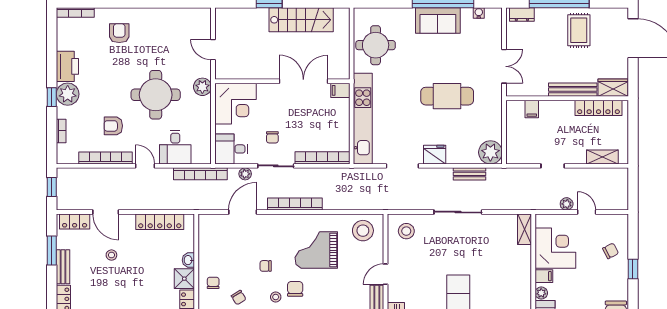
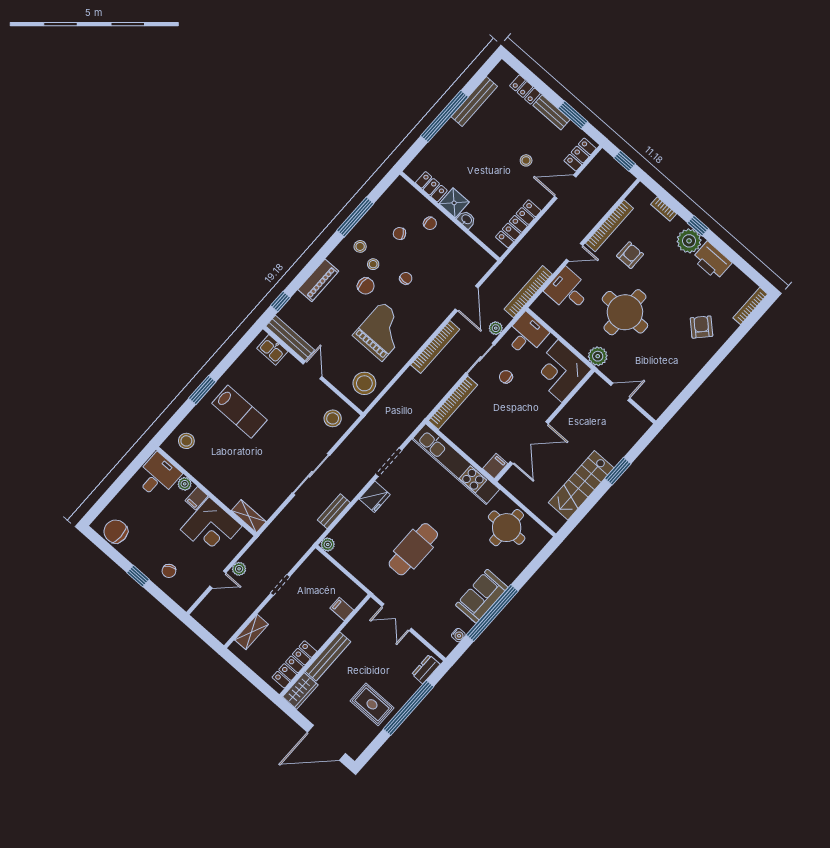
armchair: (119, 33) -> (702, 327), turned -137
plant: (490, 152) -> (328, 544), width x0.53, depth x0.53

